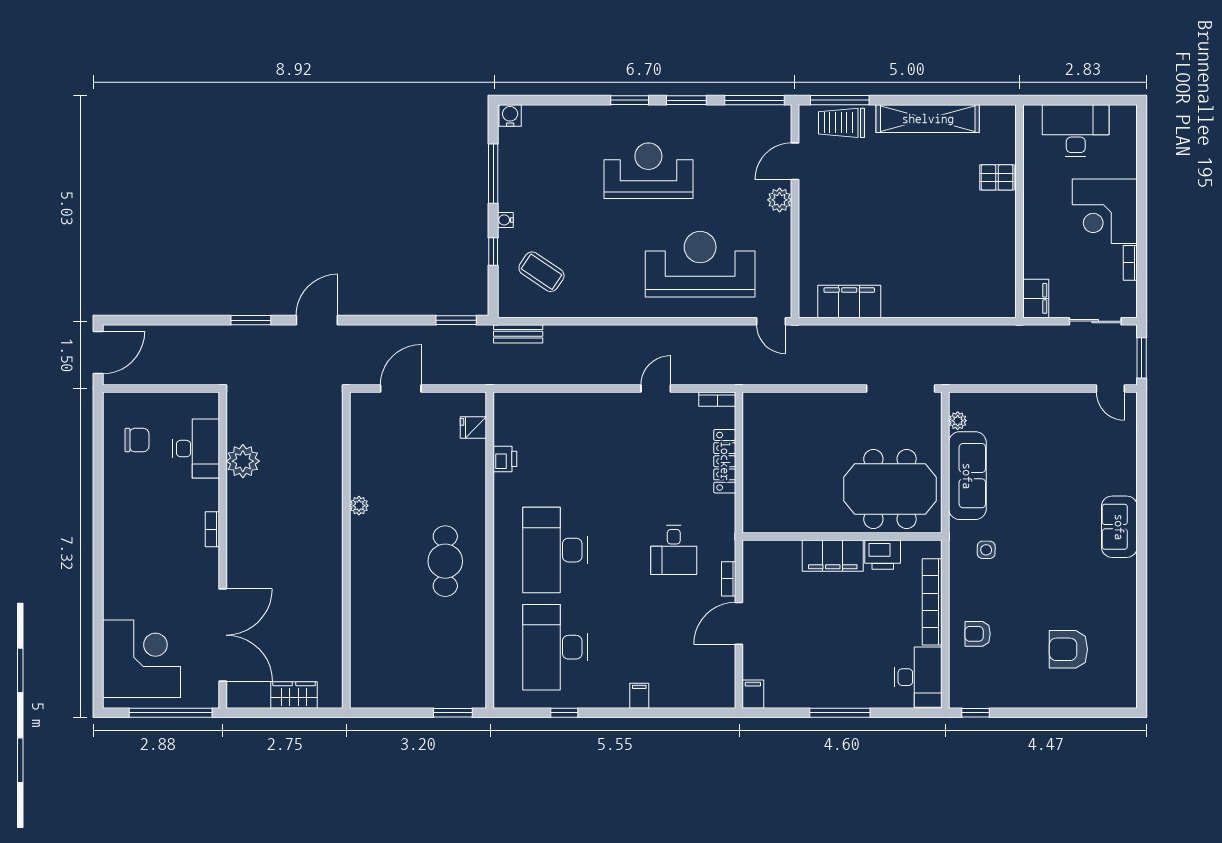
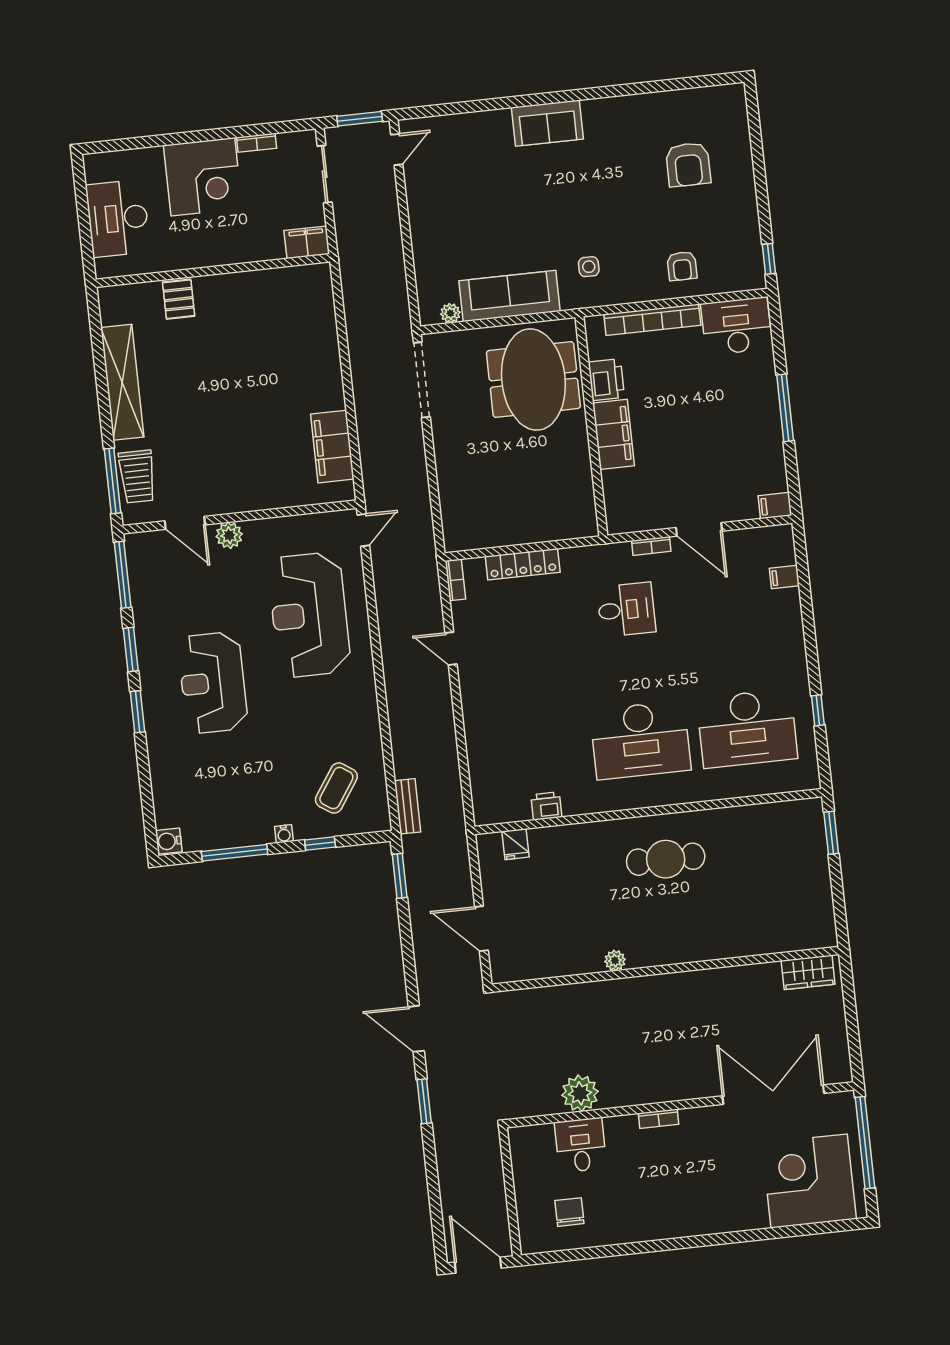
desk: (196, 449) -> (581, 1145), width x0.73
wardrobe: (294, 695) -> (808, 972), moved, turned -90
filing cabinet: (639, 696) -> (784, 577), moved

